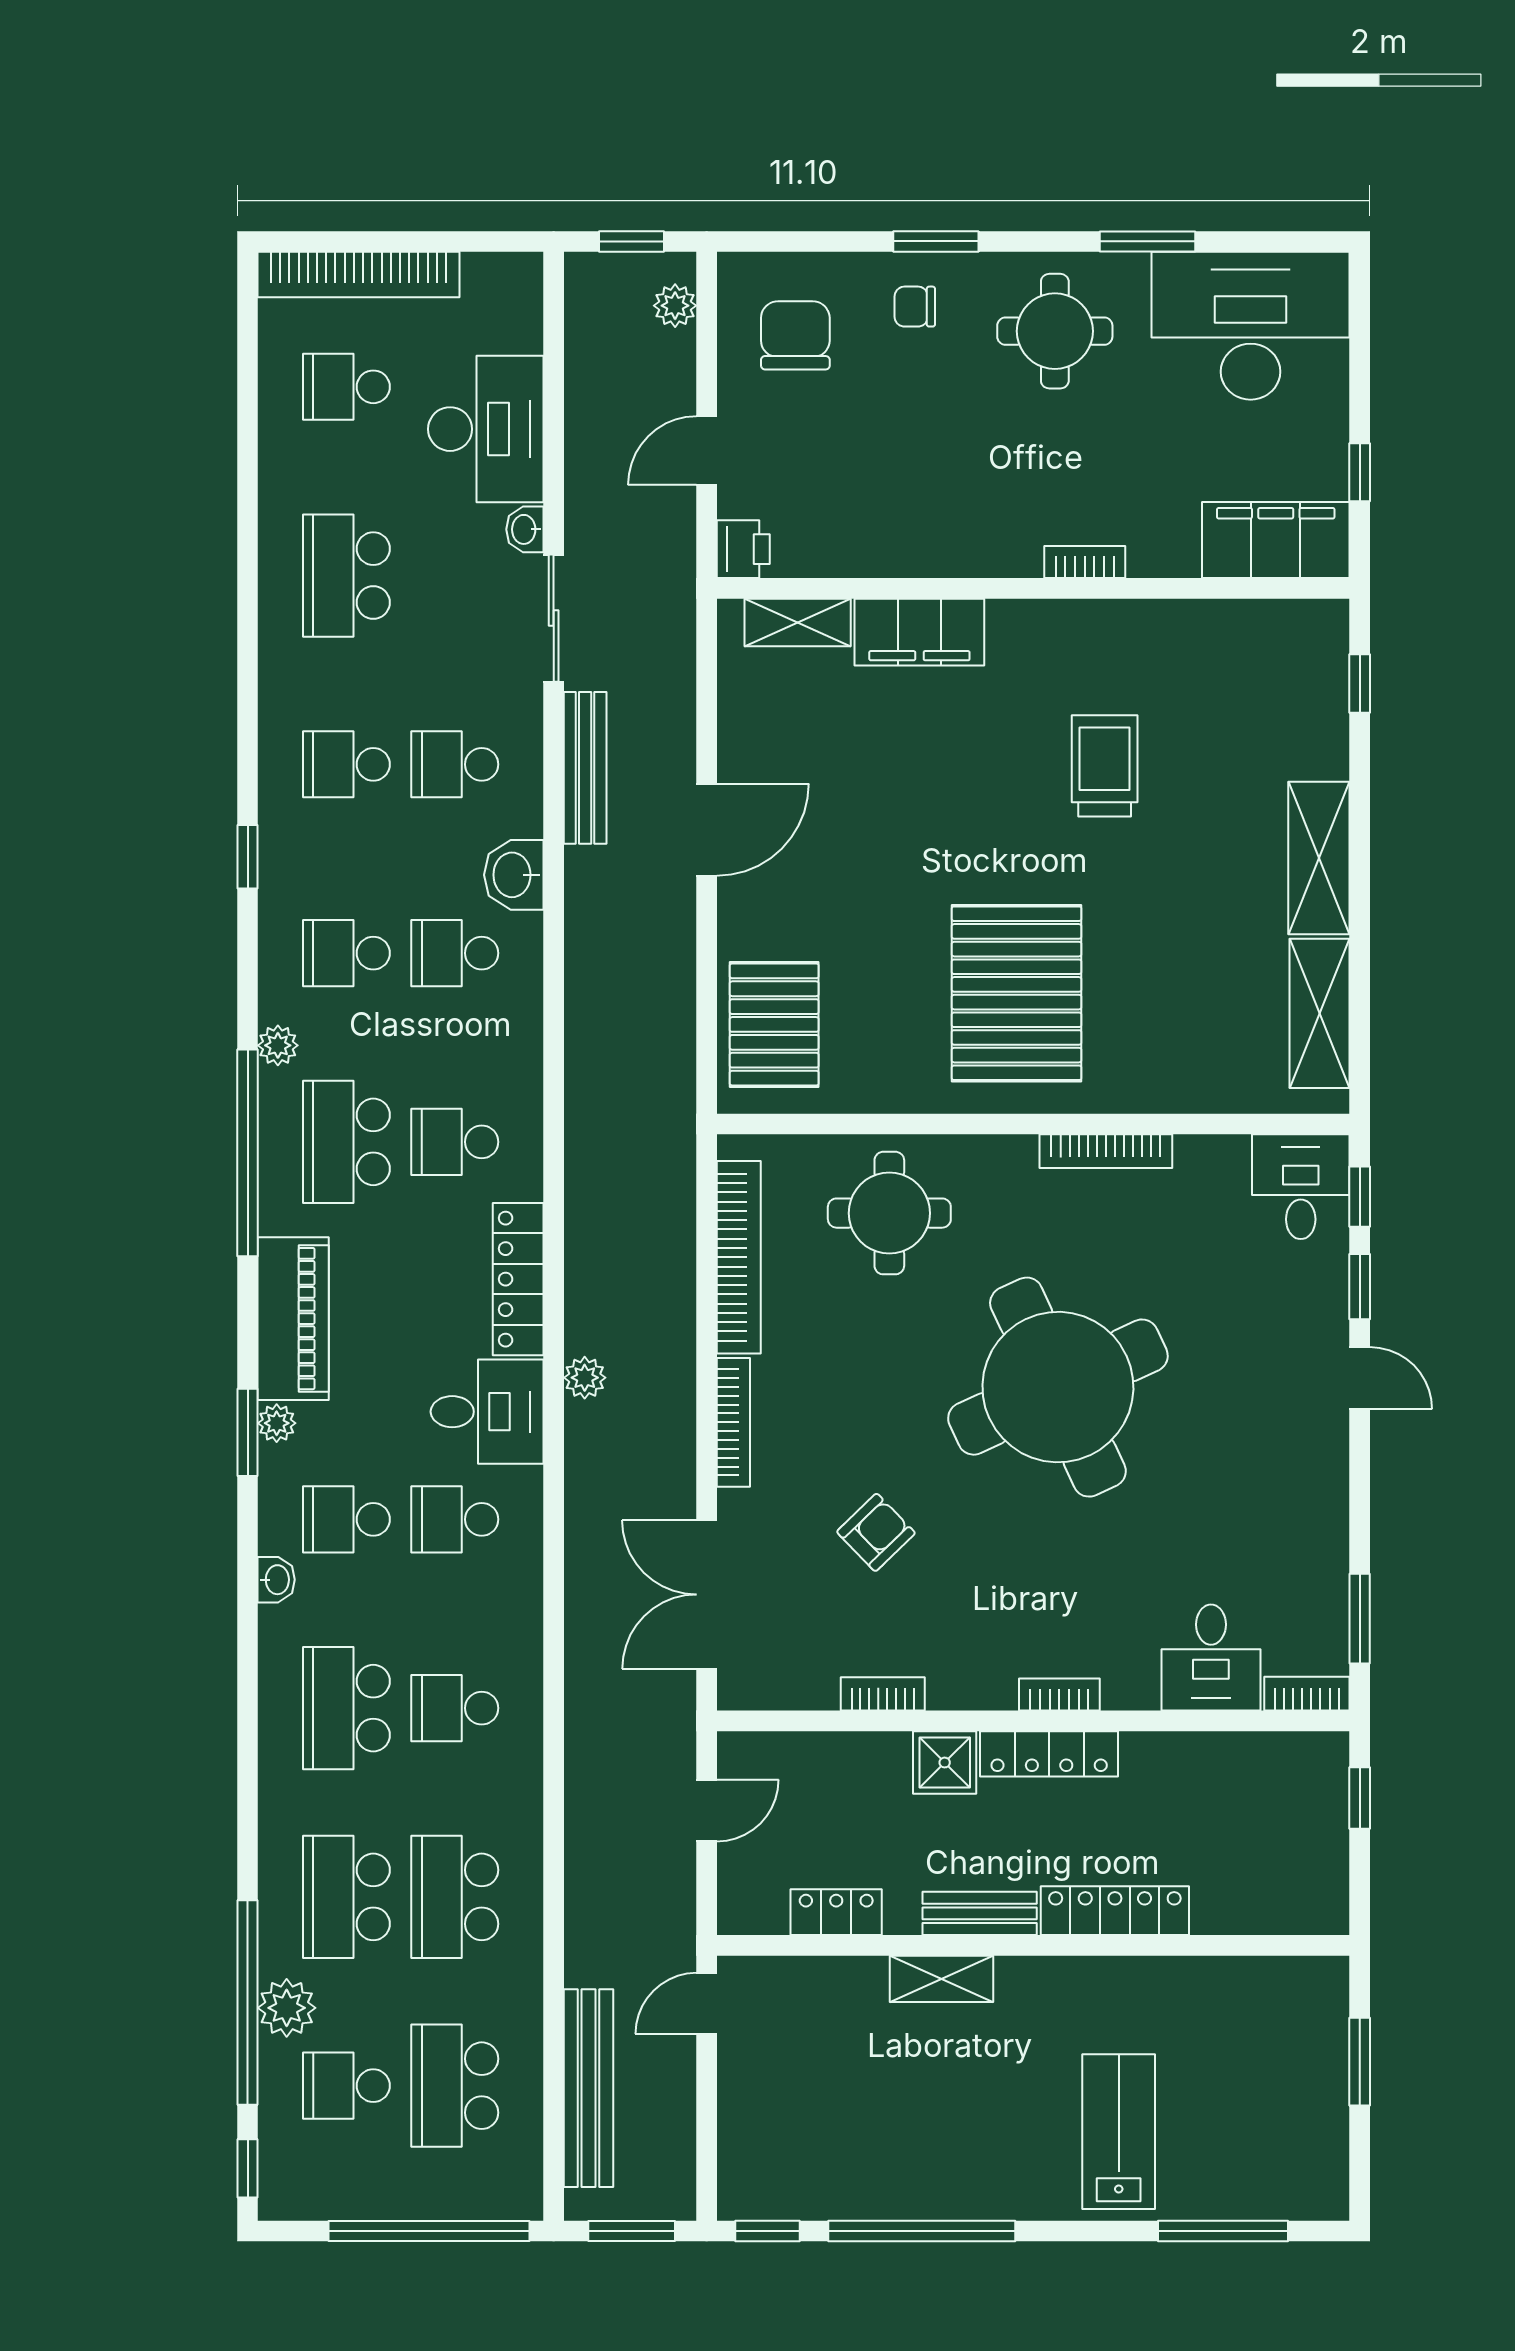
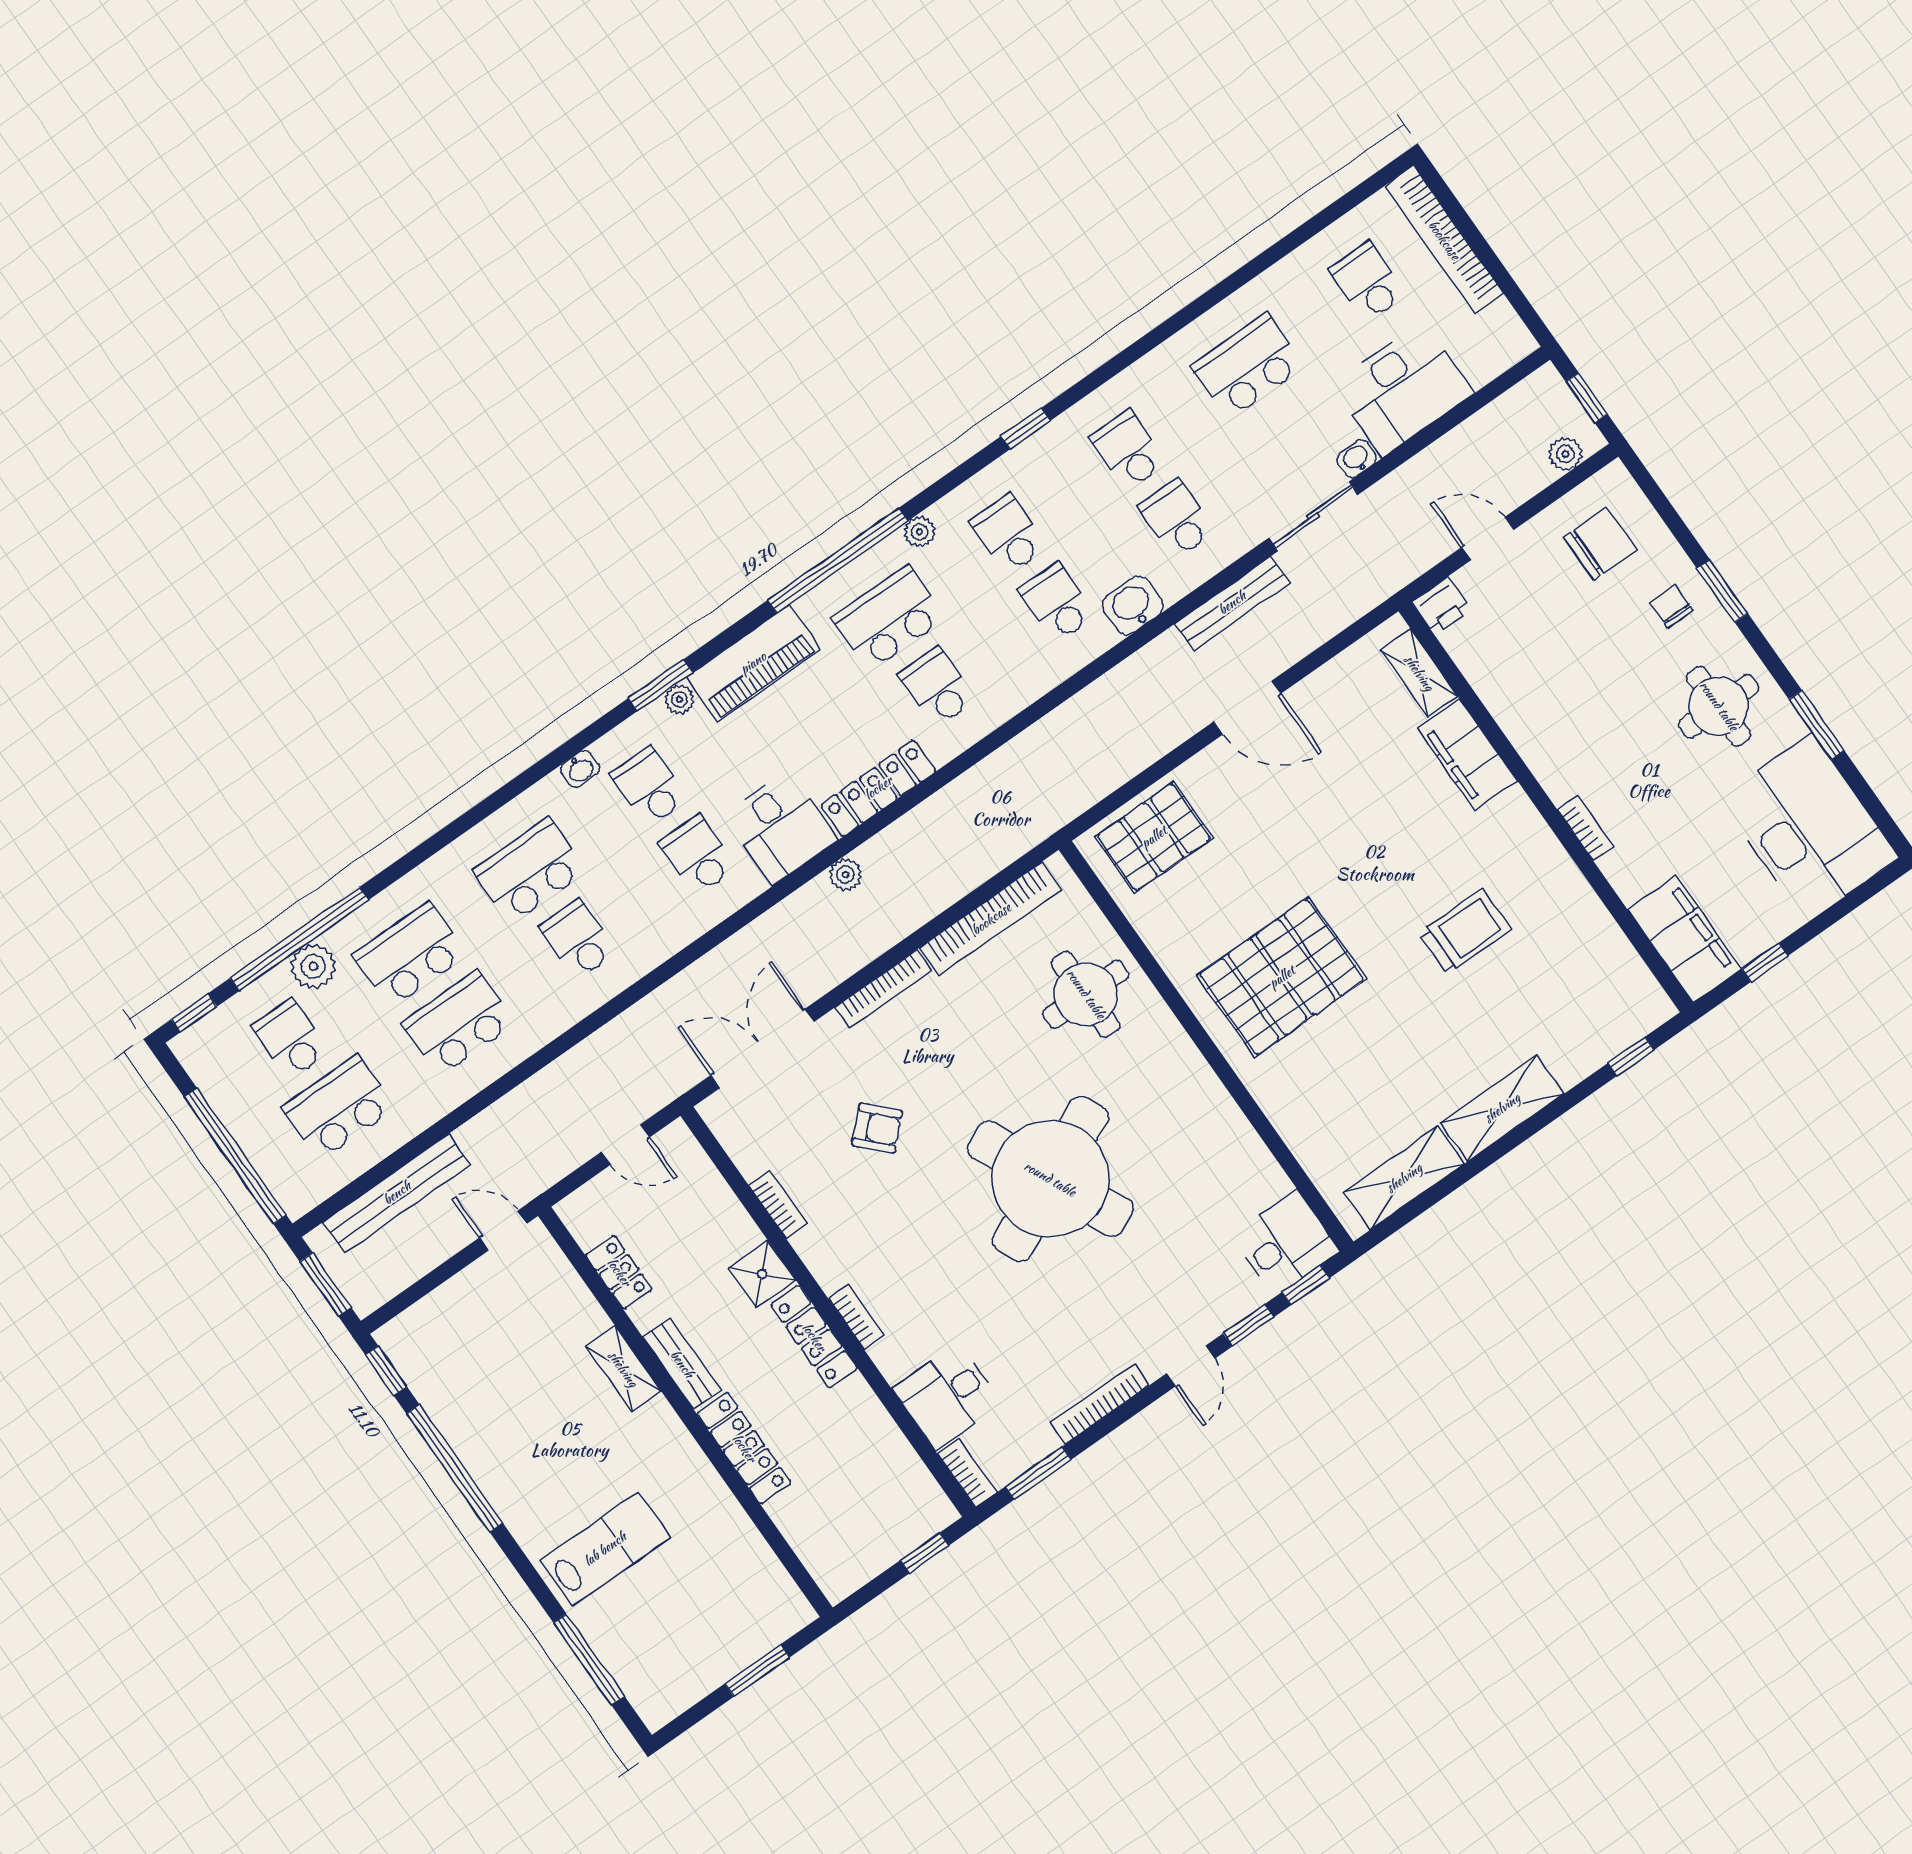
bookcase: (1106, 1151) -> (1100, 1404), moved, turned 90

